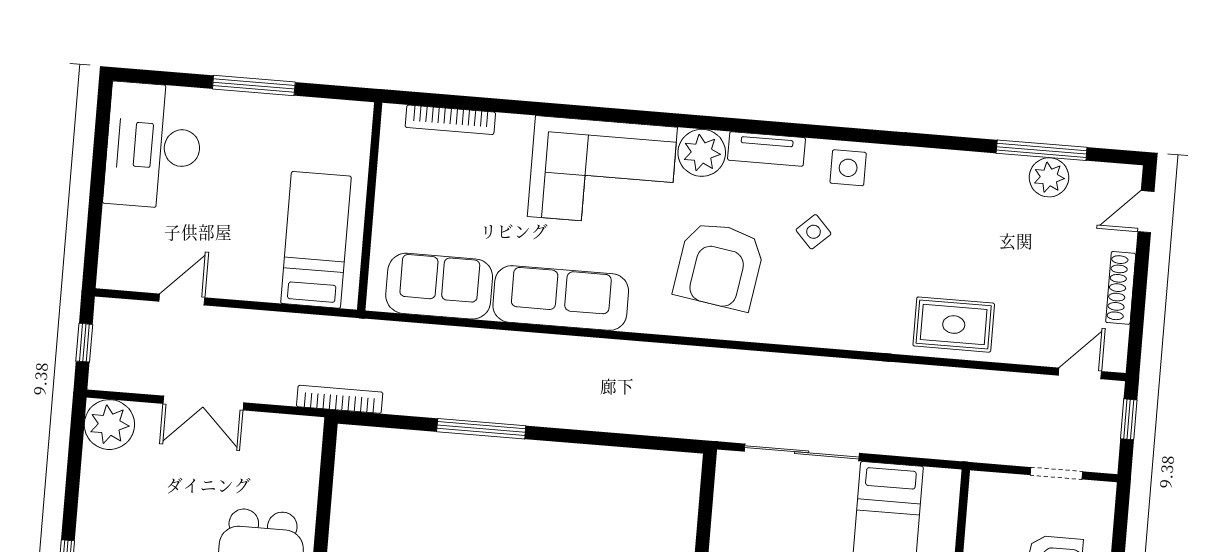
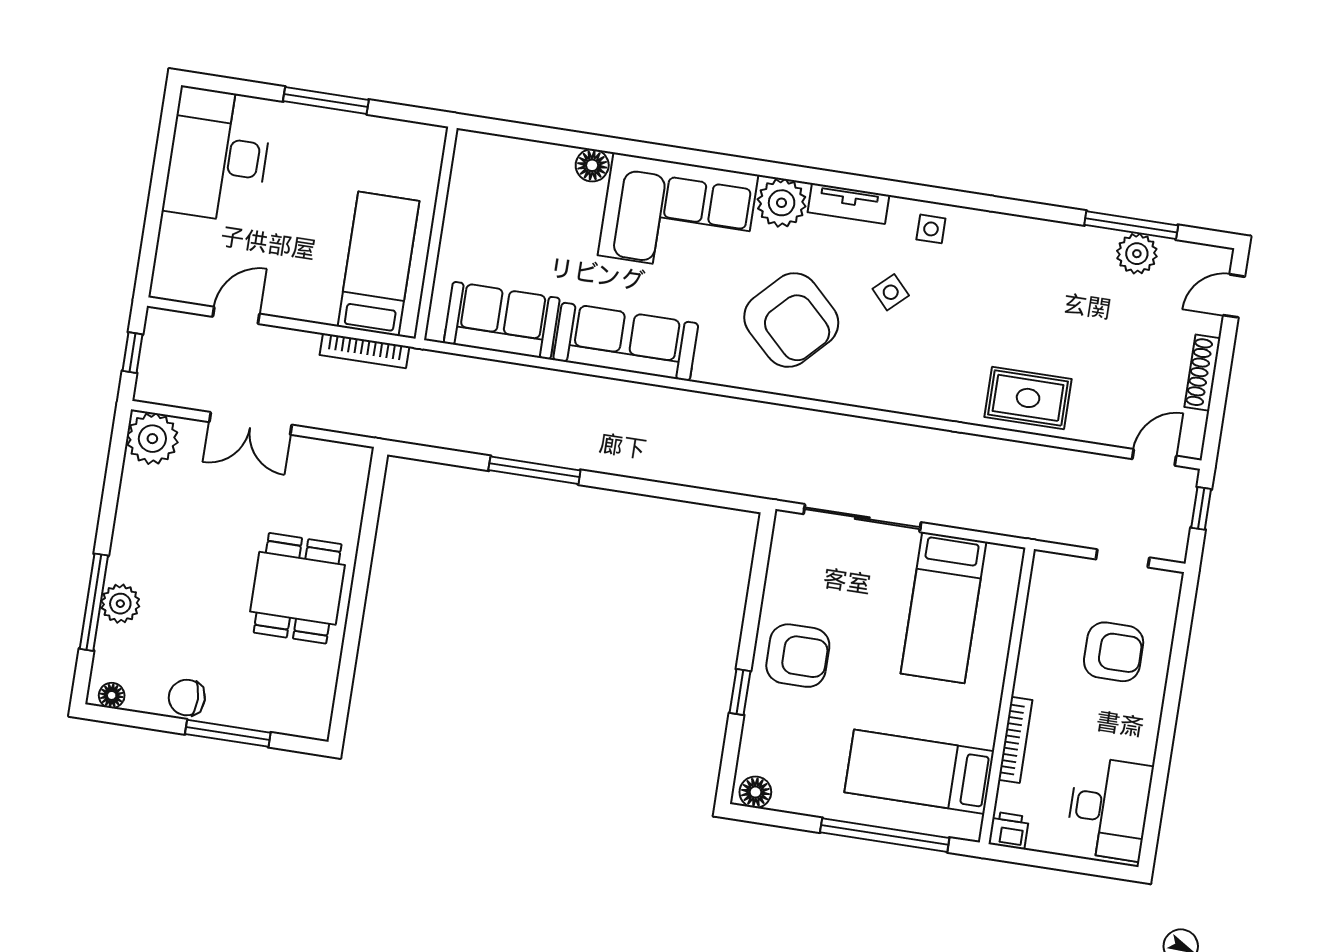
bookcase: (450, 120) -> (525, 150), removed
floor lamp: (516, 130) -> (592, 165), added
side table: (848, 168) -> (931, 229), width x0.73, depth x0.73
armchair: (719, 266) -> (791, 320), turned -55
bookcase: (340, 399) -> (365, 351), moved, turned 180

